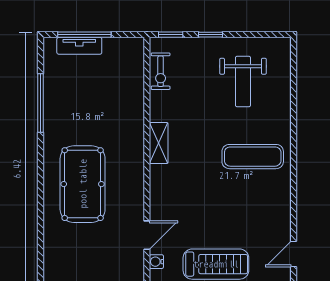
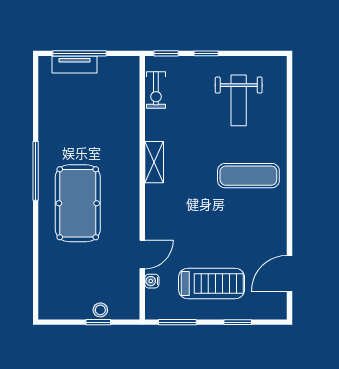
window: (41, 103) -> (36, 171), moved
door: (294, 254) -> (289, 273), width x1.38

